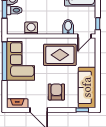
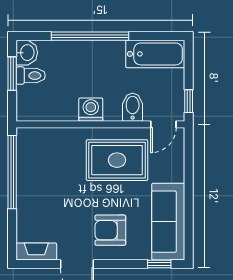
washing machine: (31, 28) -> (91, 110), moved
corner sofa: (20, 61) -> (42, 171), removed
armchair: (56, 92) -> (110, 230), turned -90

